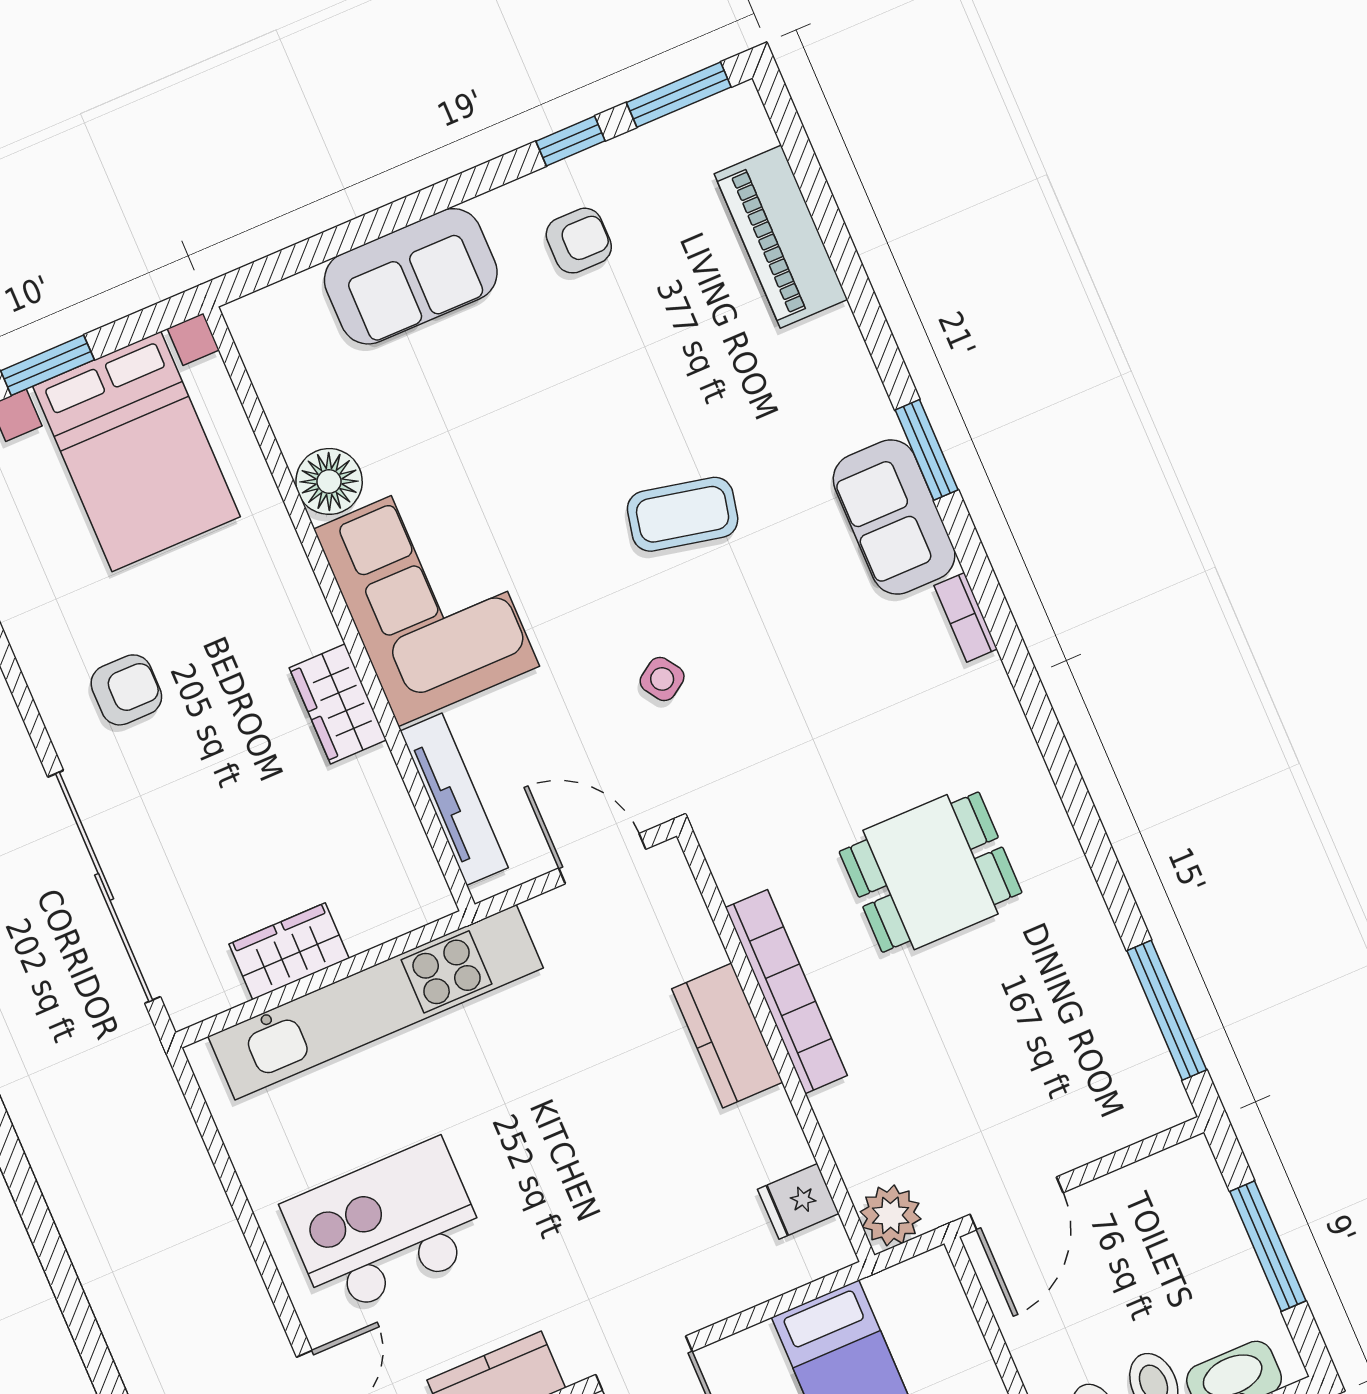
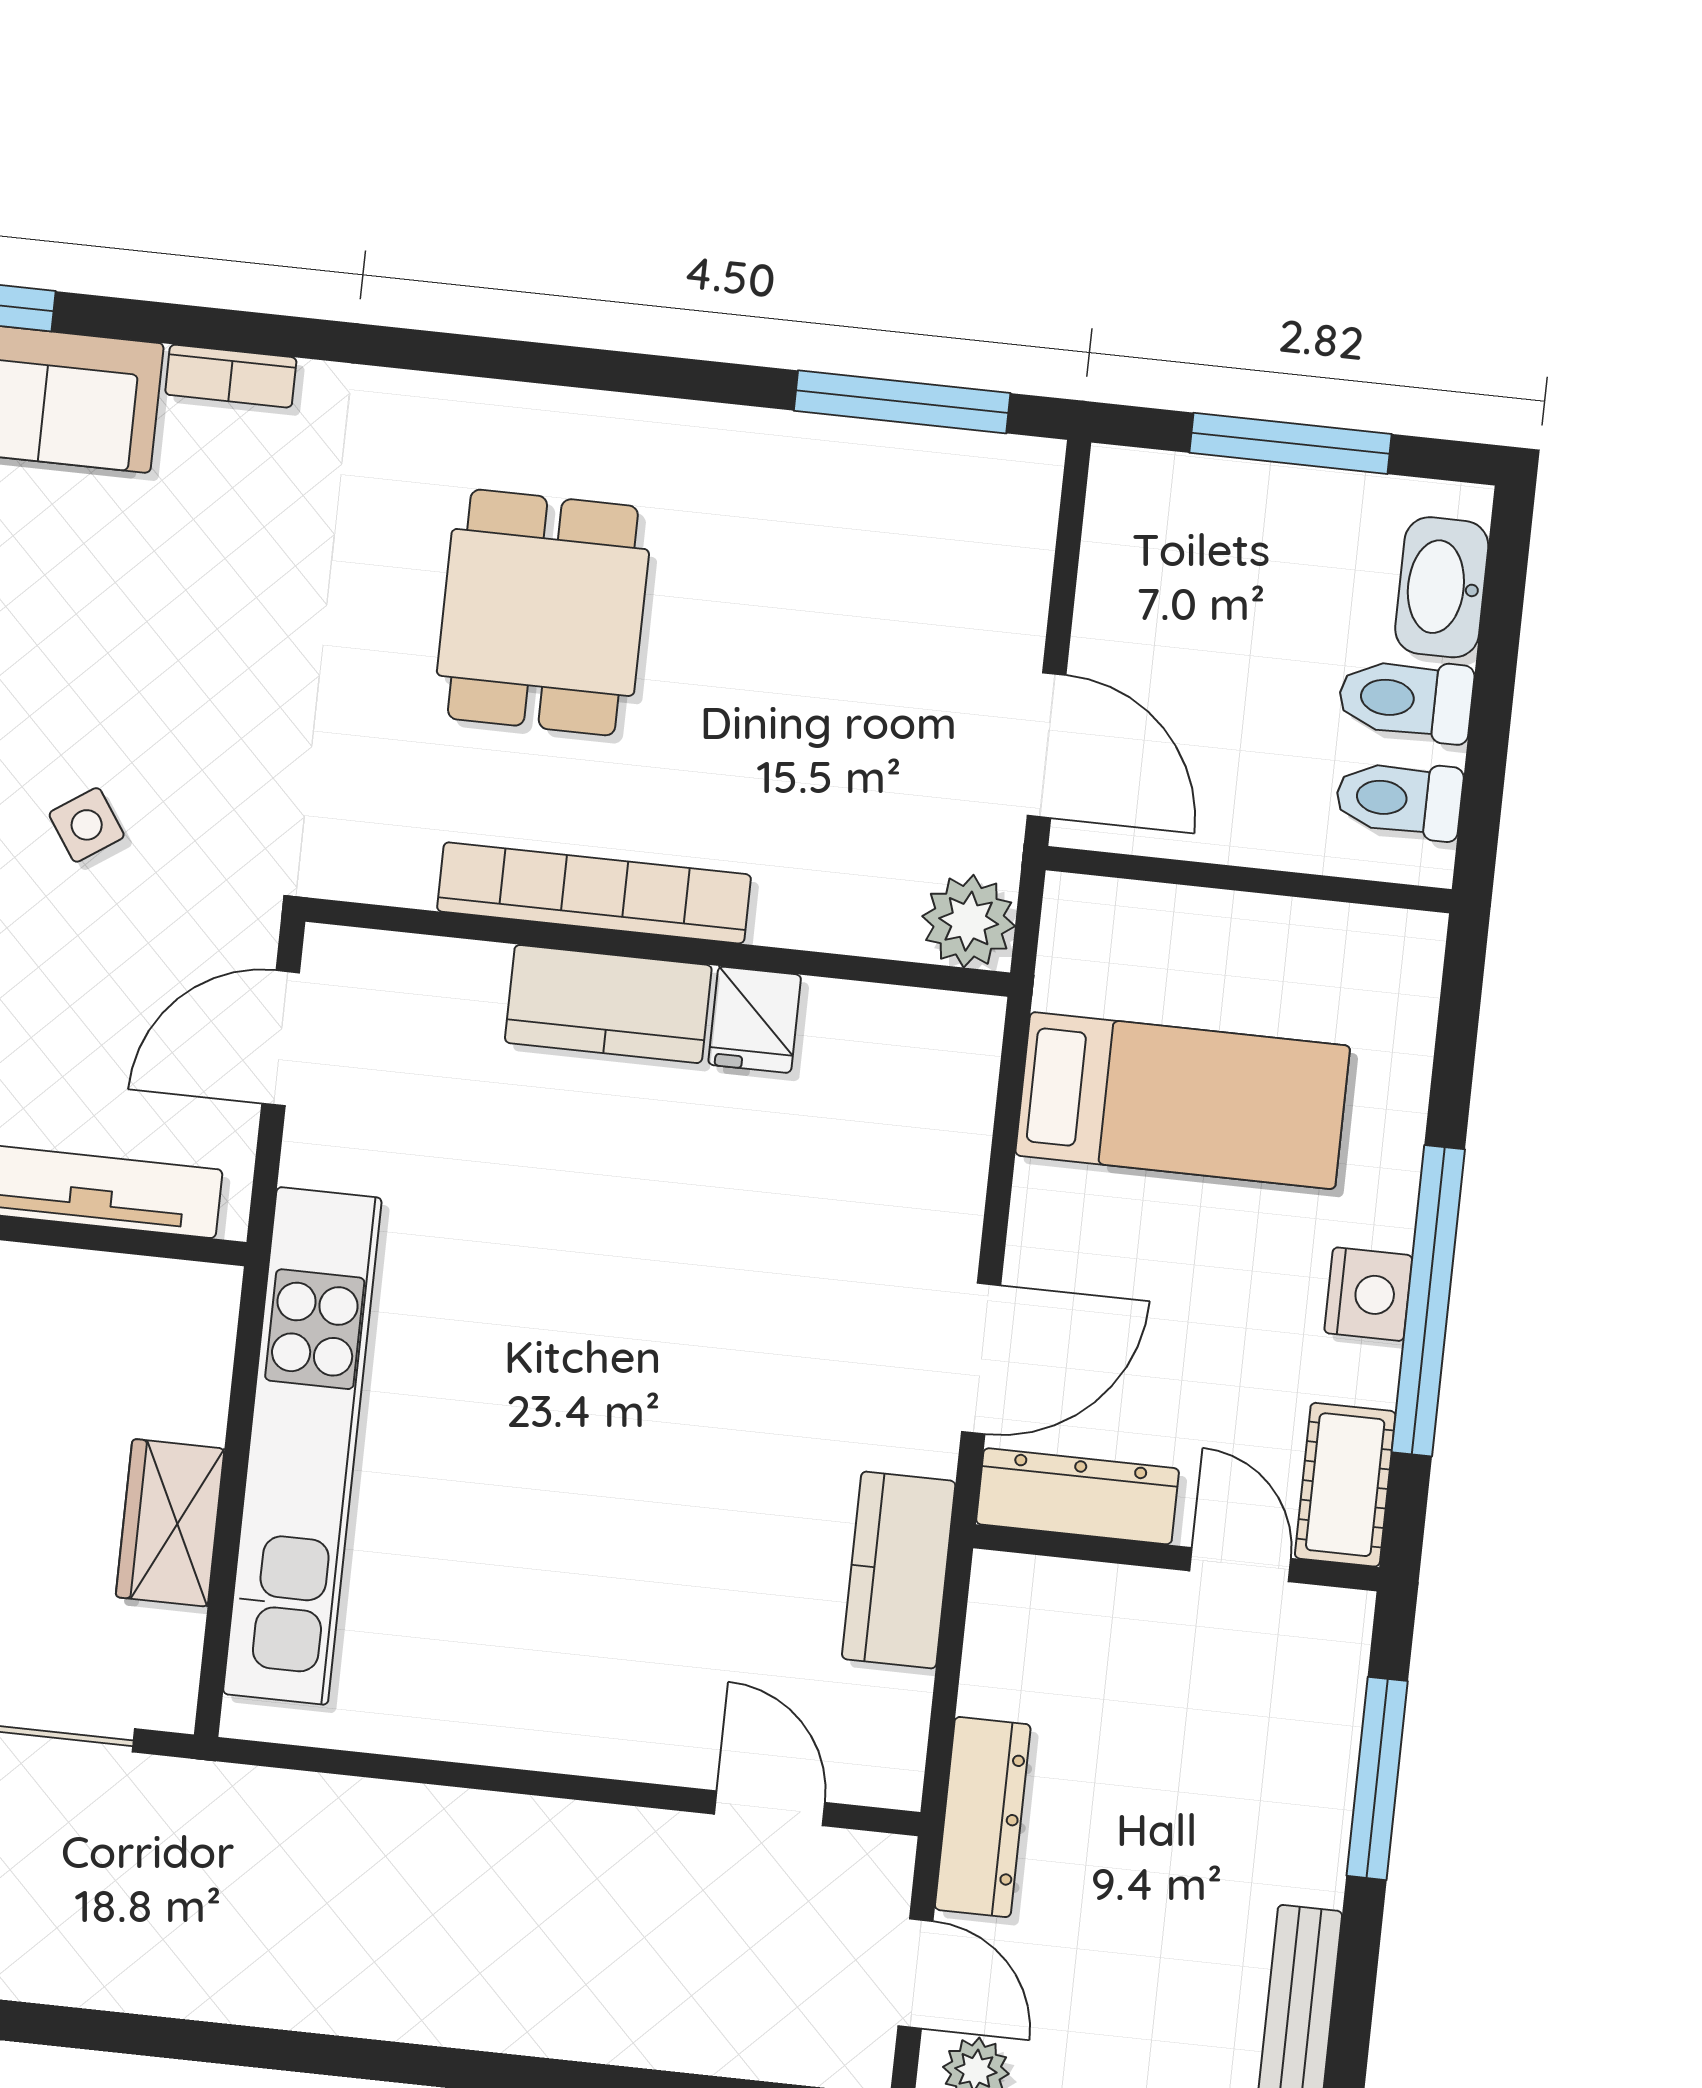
fridge: (798, 1201) -> (755, 1020), moved
kitchen island: (385, 1227) -> (608, 1602), removed

